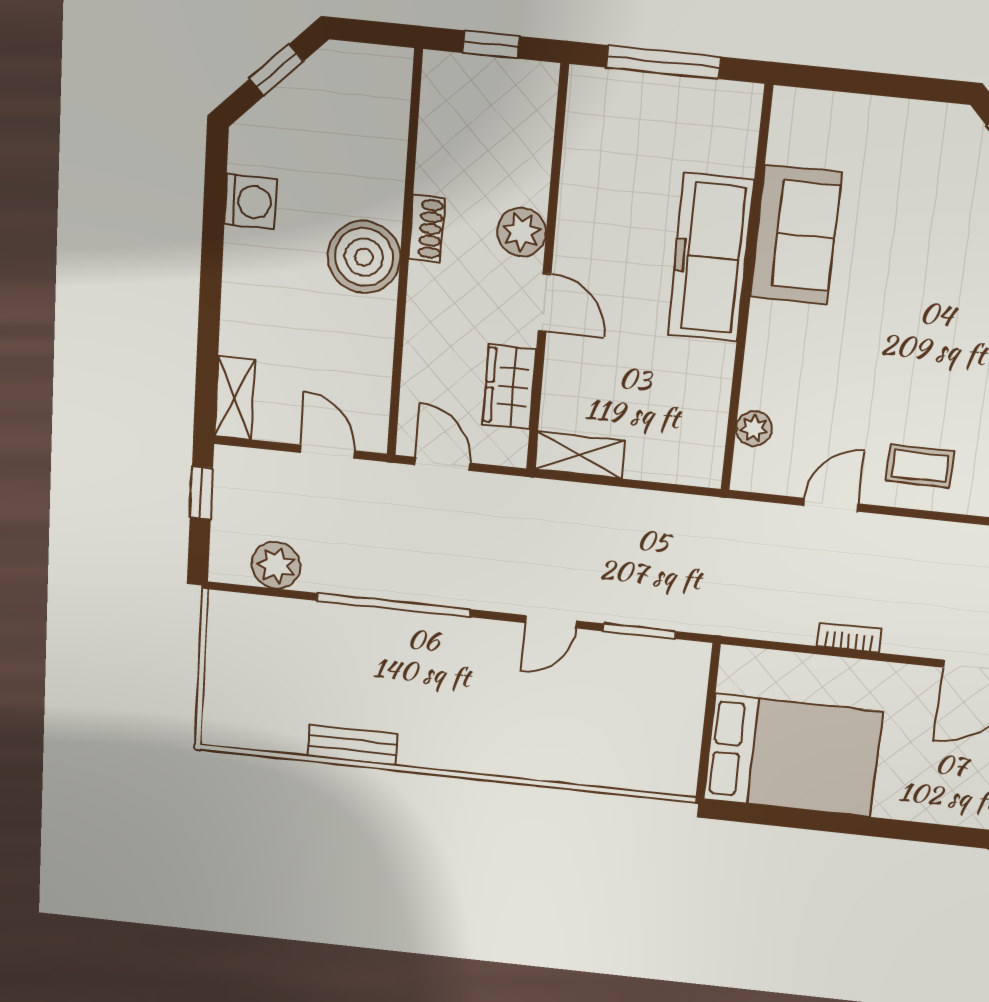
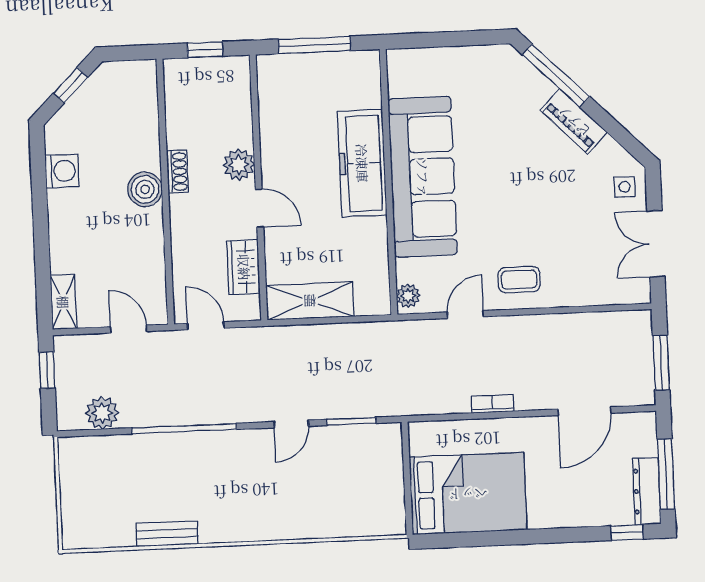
sofa: (796, 235) -> (423, 177), width x1.85, depth x1.27
boiler: (364, 257) -> (145, 189), width x0.73, depth x0.73
plant: (754, 429) -> (408, 296), moved
shelving: (580, 455) -> (310, 301), width x1.50, depth x1.33

